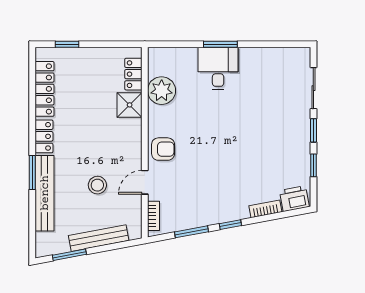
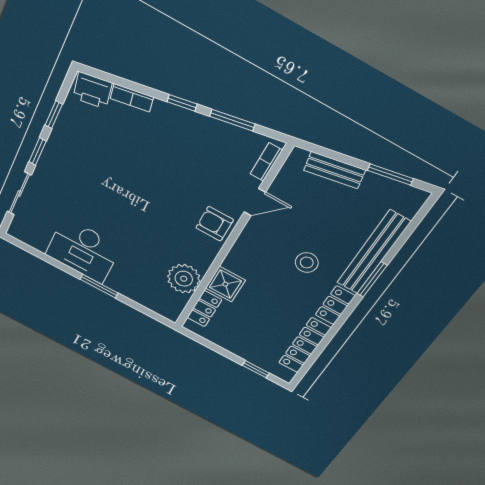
desk: (218, 68) -> (83, 250), moved, width x1.37
stool: (97, 185) -> (307, 263), moved
bench: (99, 238) -> (335, 170), width x0.73

